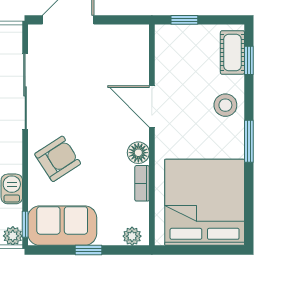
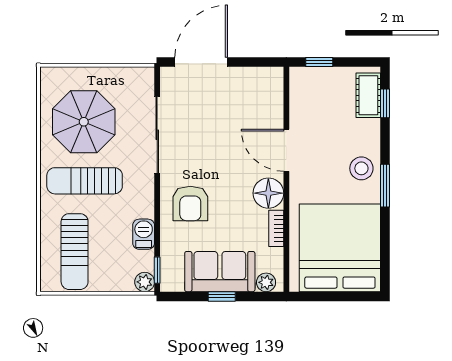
stool: (225, 105) -> (361, 168), moved
floor lamp: (138, 153) -> (268, 193), width x1.38, depth x1.38
armchair: (58, 159) -> (190, 204), turned 123
sofa: (62, 226) -> (220, 272), moved

